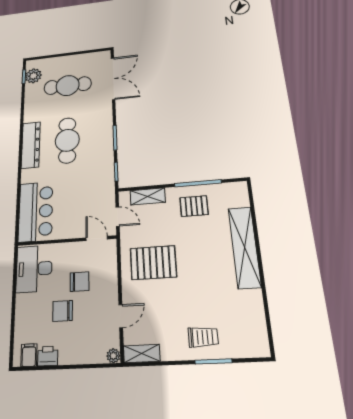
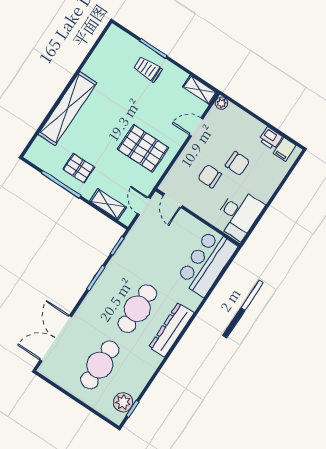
cafe table: (68, 86) -> (100, 365), turned 90

